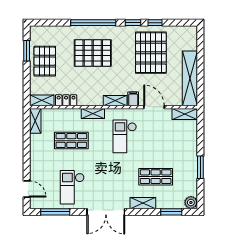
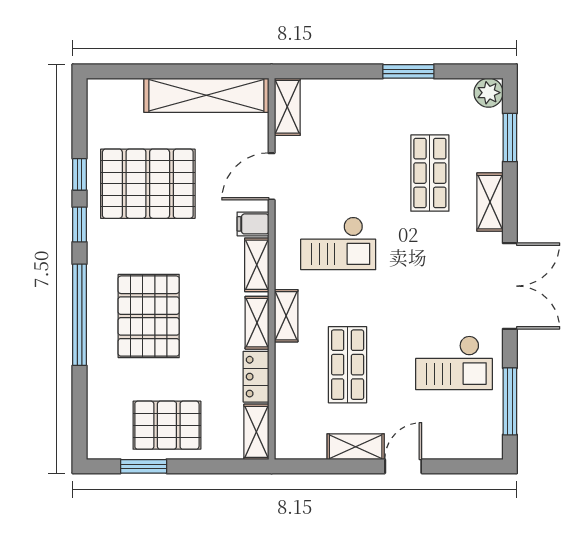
shelving: (90, 101) -> (257, 323), added
shelving: (35, 121) -> (356, 447), moved
door: (27, 189) -> (403, 466), moved

